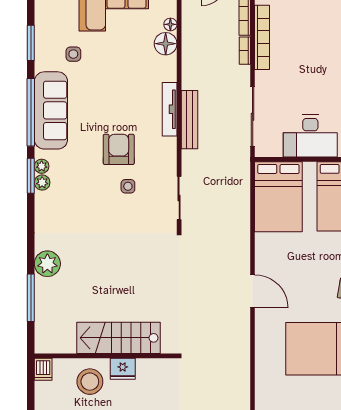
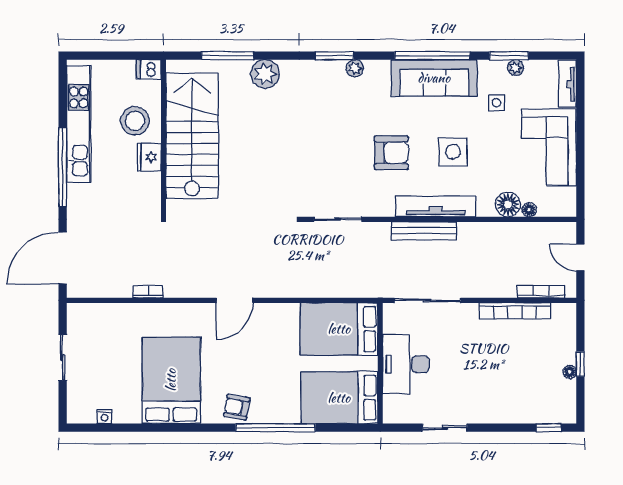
bookcase: (245, 51) -> (148, 292), moved
tv unit: (170, 109) -> (436, 207), width x1.36, depth x1.29
plant: (42, 166) -> (516, 68), moved
window: (31, 176) -> (334, 56), moved
side table: (128, 186) -> (453, 152), moved, width x1.87, depth x1.87
stairs: (119, 338) -> (192, 136), width x1.36, depth x1.51

